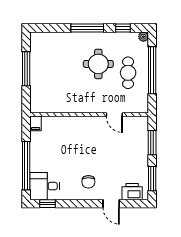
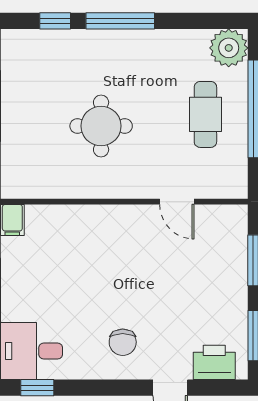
window: (123, 28) -> (55, 21), moved
plant: (143, 37) -> (229, 48), width x1.88, depth x1.88
round table: (98, 64) -> (101, 126), moved

